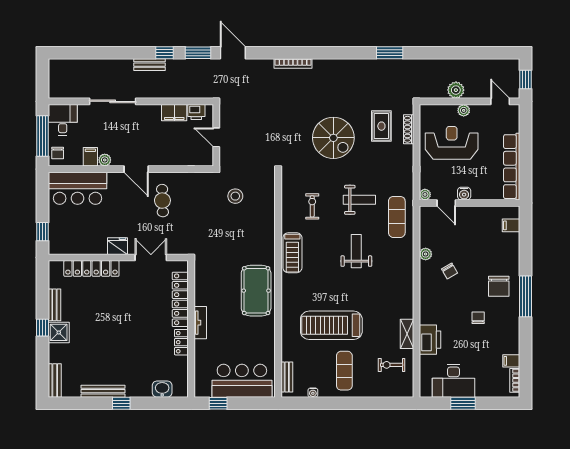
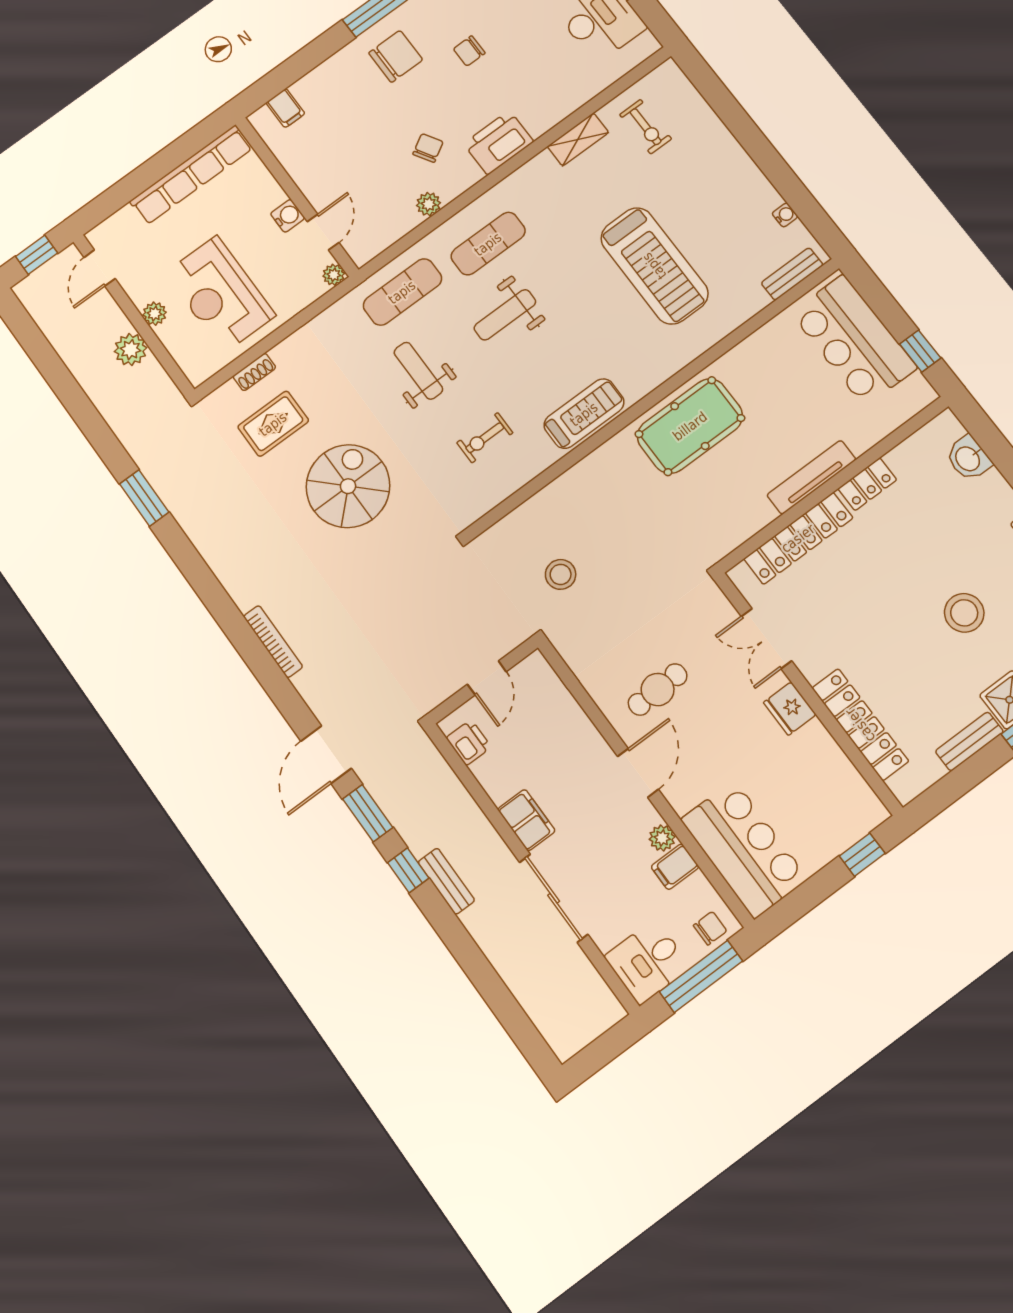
filing cabinet: (174, 113) -> (526, 820), moved
shoe rack: (409, 129) -> (254, 372), width x0.70
tv unit: (200, 323) -> (811, 477), width x1.41
printer: (430, 340) -> (499, 143), moved
stool: (104, 341) -> (964, 613), added
exercise mat: (344, 371) -> (488, 244), moved

